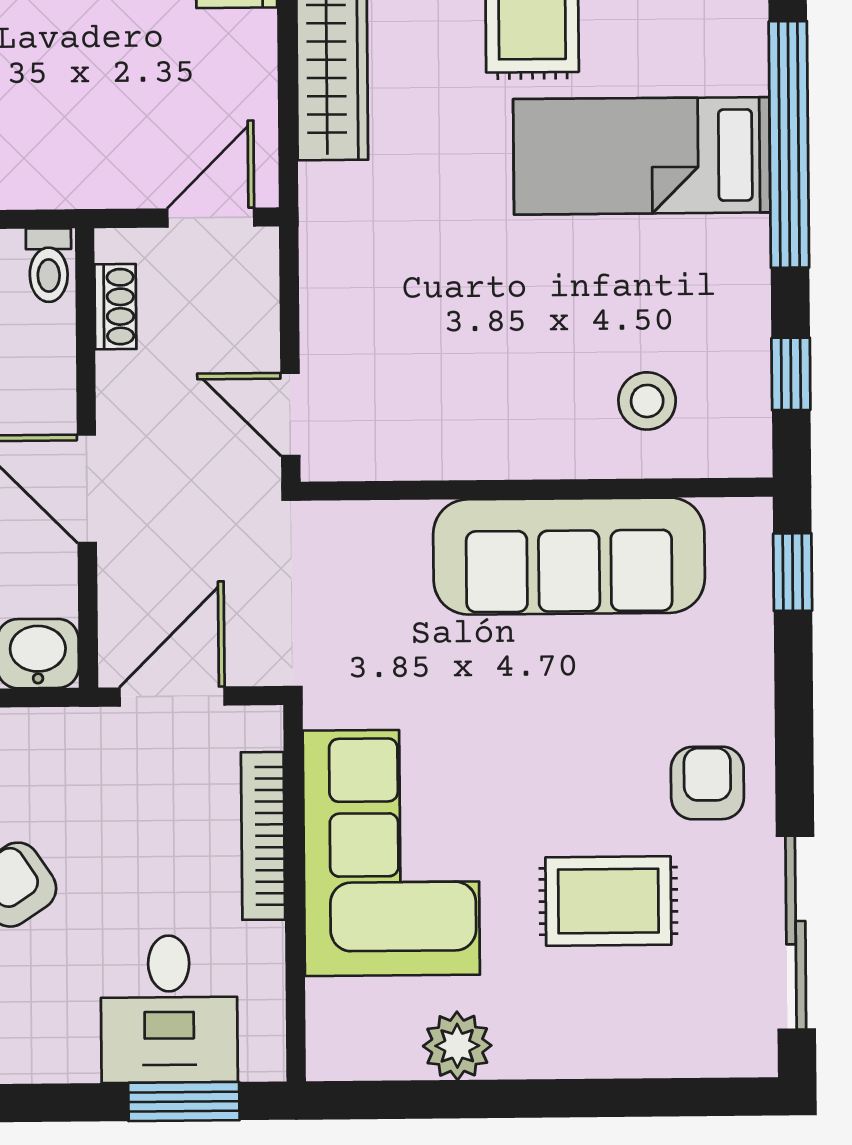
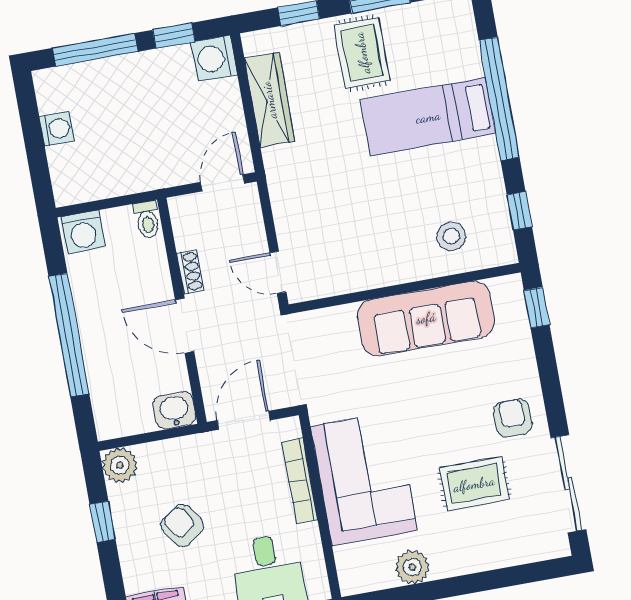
shoe rack: (115, 307) -> (190, 272), moved

